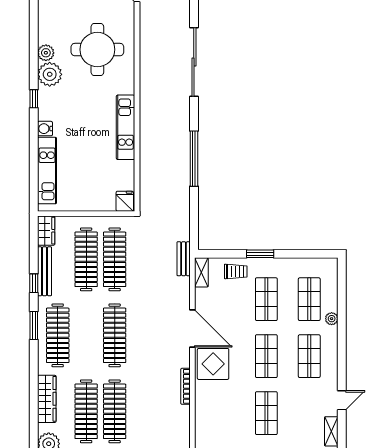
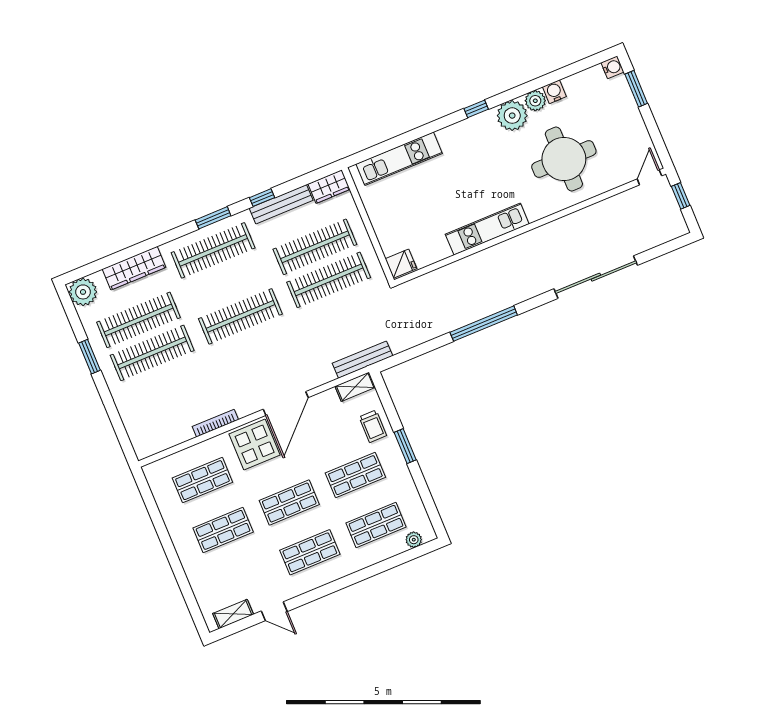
water cooler: (45, 129) -> (554, 92), moved
bench: (184, 259) -> (362, 360), width x1.36
plant: (332, 319) -> (414, 540), moved
shop shelf: (223, 413) -> (202, 480), added

